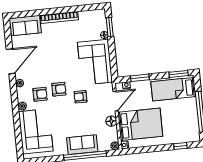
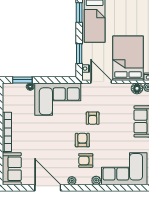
armchair: (40, 94) -> (86, 160), turned -90
floor lamp: (111, 121) -> (137, 88), moved

